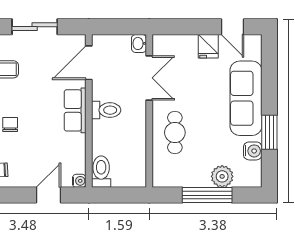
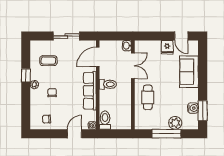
sofa: (246, 98) -> (189, 72), width x0.73
row of seats: (75, 110) -> (90, 91), width x1.48
window: (269, 132) -> (203, 111), moved

